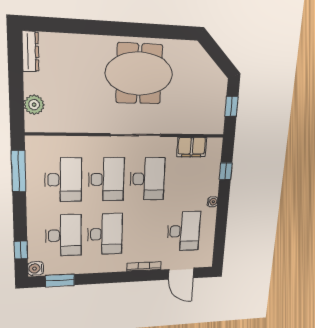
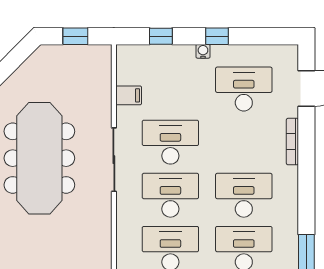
meeting table: (139, 74) -> (39, 158), width x1.36
filing cabinet: (192, 147) -> (129, 95), width x0.50
window: (222, 211) -> (217, 36), added

